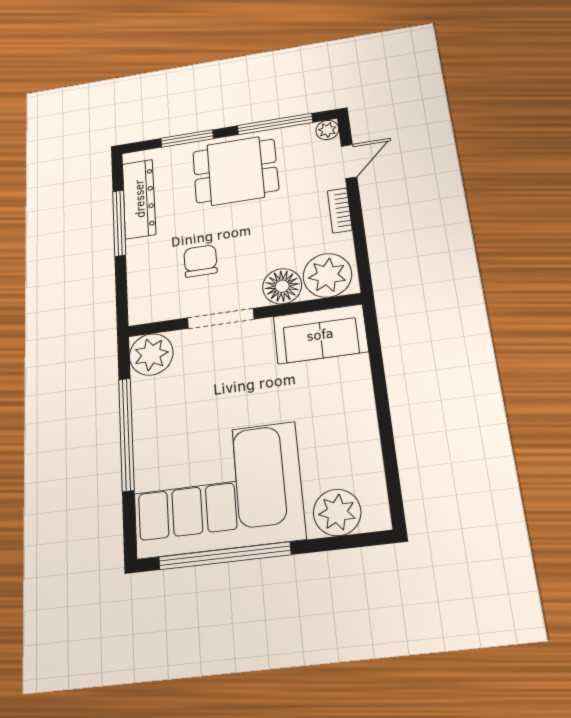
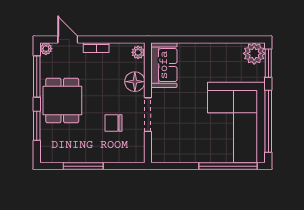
dresser: (139, 199) -> (70, 155), removed
plant: (327, 275) -> (138, 52), width x0.53, depth x0.53
plant: (151, 354) -> (162, 152), removed
window: (126, 434) -> (228, 166), moved
plant: (337, 512) -> (254, 53), moved
window: (349, 542) -> (268, 63), added

